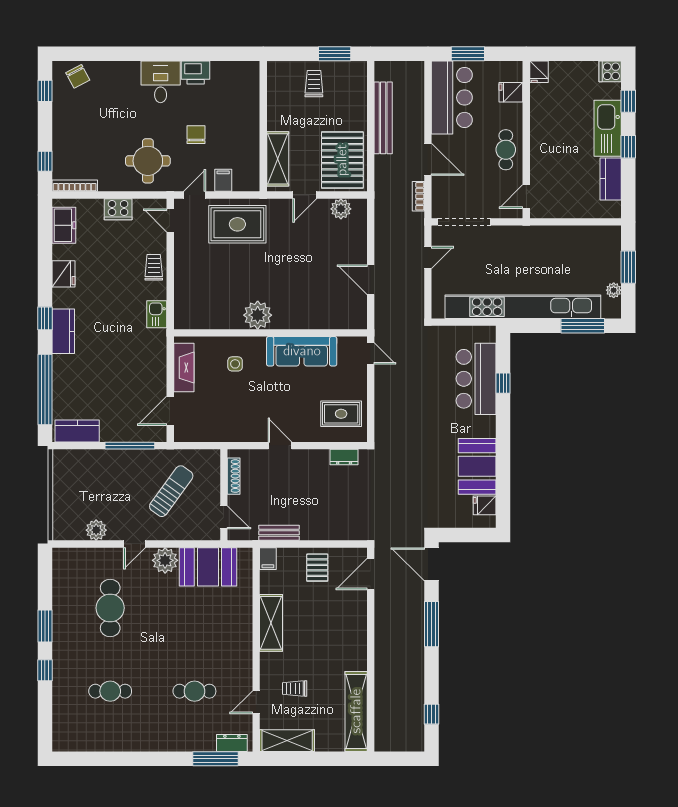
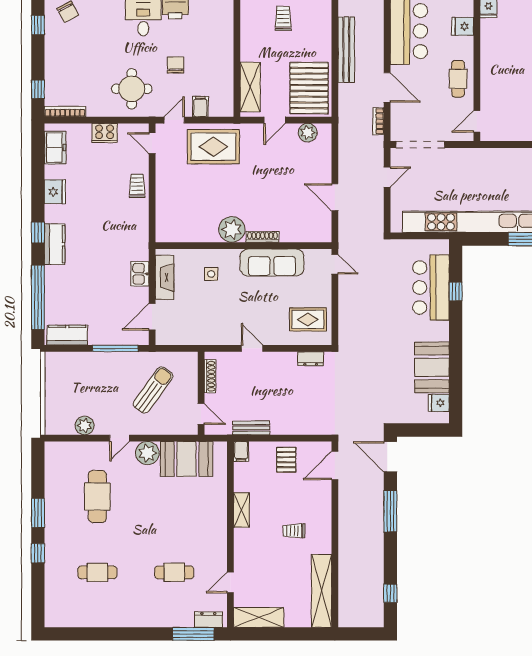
kitchen sink: (157, 314) -> (140, 274), moved
shoe rack: (291, 323) -> (262, 237), added
shelving: (271, 623) -> (241, 510), width x0.67, depth x0.75
trolley: (295, 688) -> (294, 531), moved

